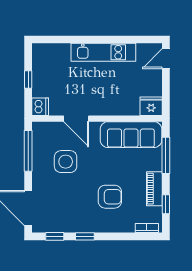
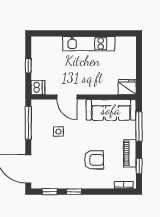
door: (166, 59) -> (139, 49), removed
side table: (66, 162) -> (58, 132), width x0.54, depth x0.54

